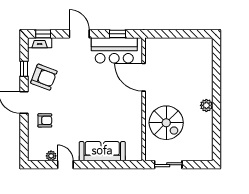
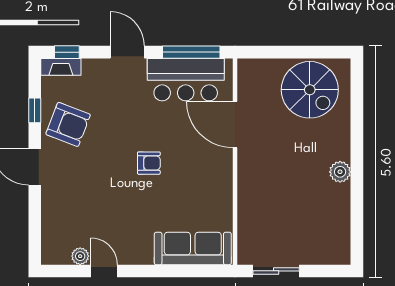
window: (118, 34) -> (191, 52), width x2.17
armchair: (45, 120) -> (149, 163), moved
spiral stairs: (166, 123) -> (310, 90), moved
sofa: (102, 151) -> (193, 248), moved

